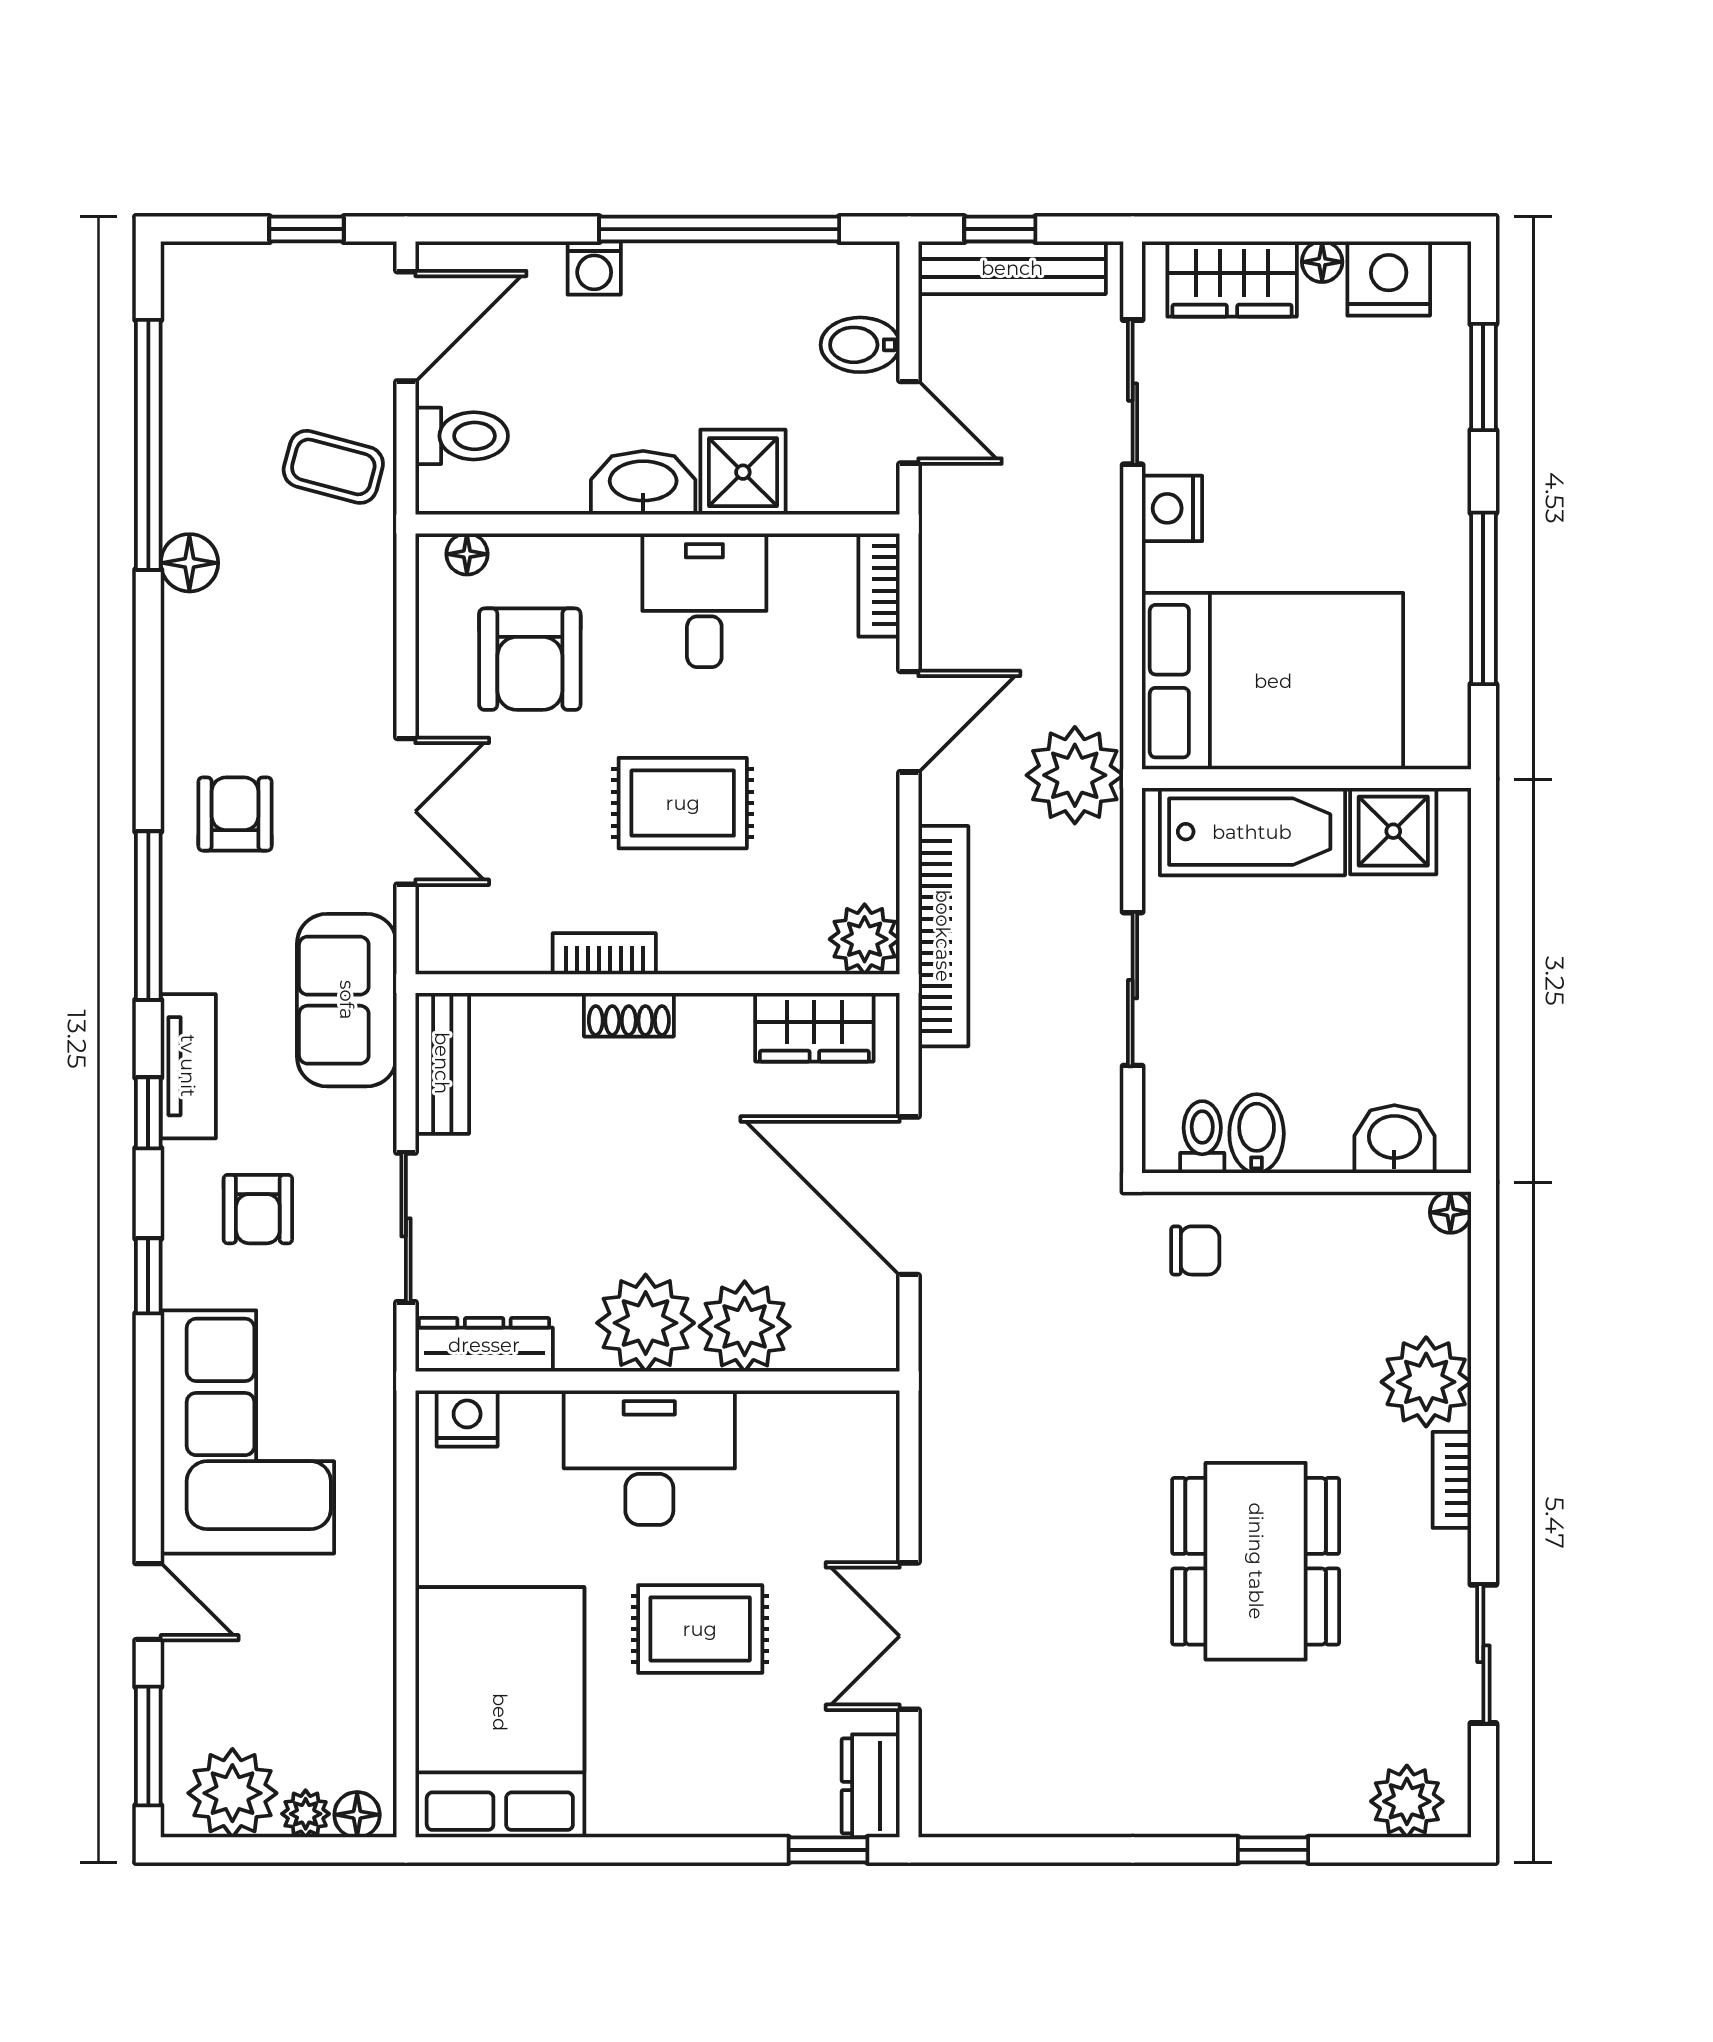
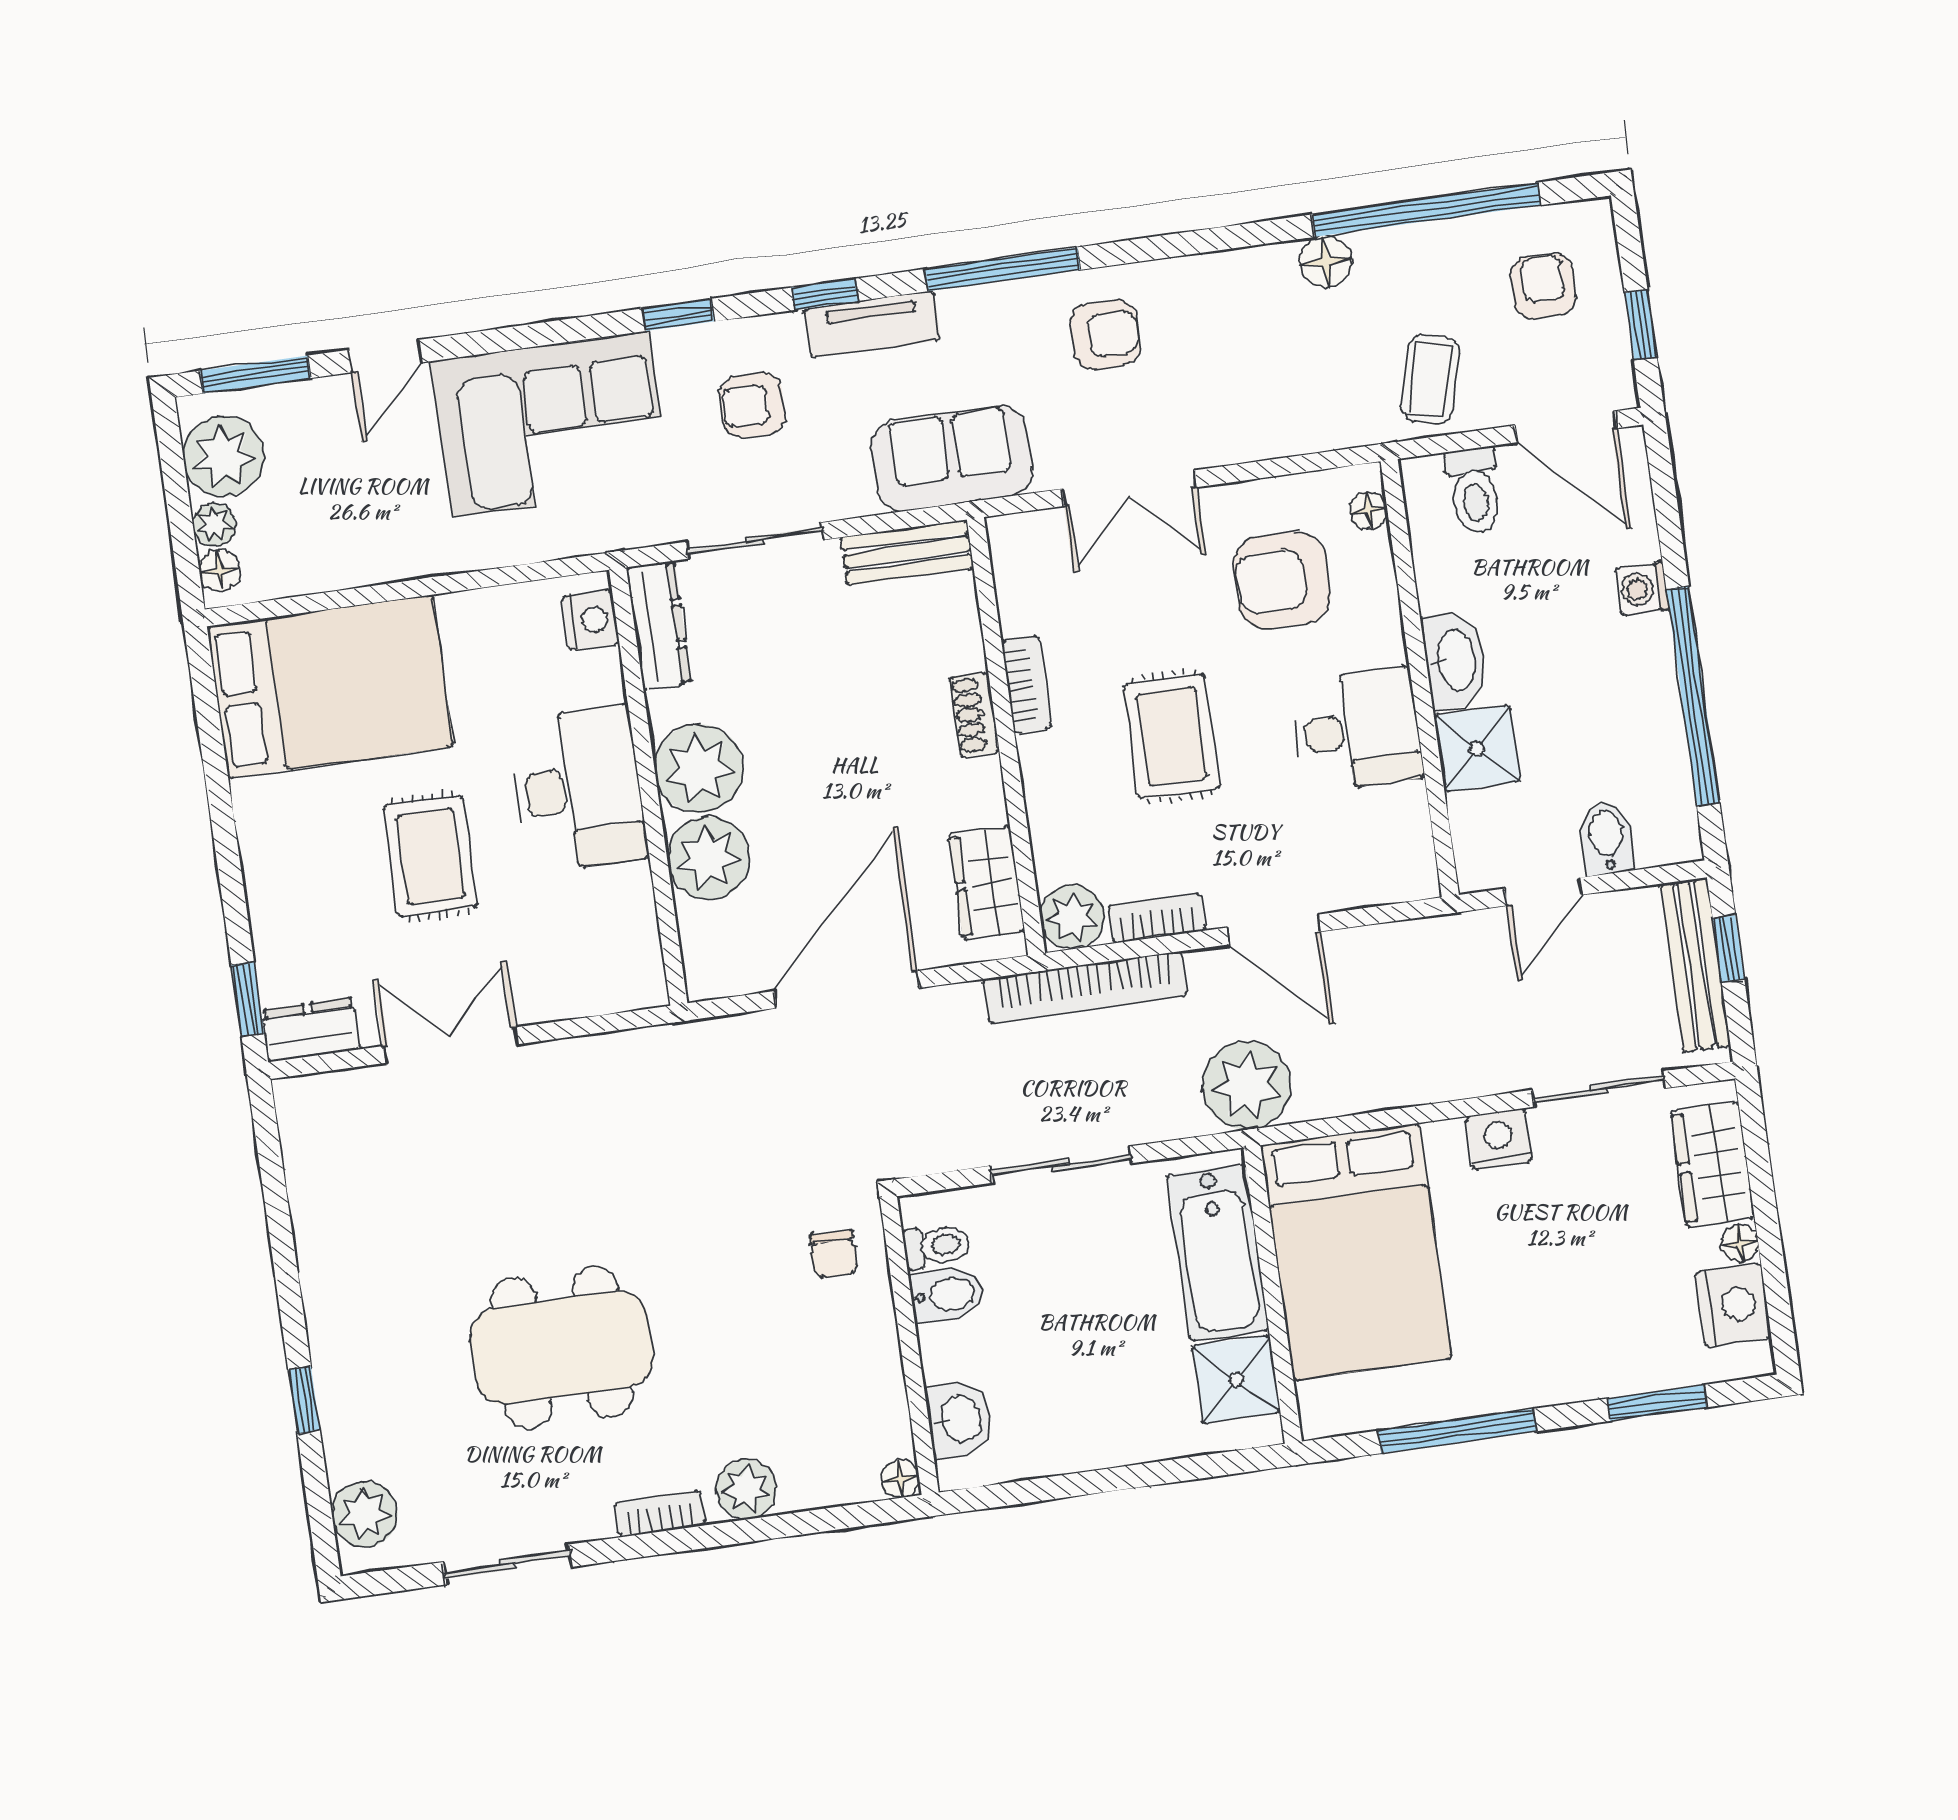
armchair: (249, 329) -> (1543, 286), added
bookcase: (879, 585) -> (1157, 918), moved
plant: (1426, 1382) -> (746, 1489), width x0.73, depth x0.73

